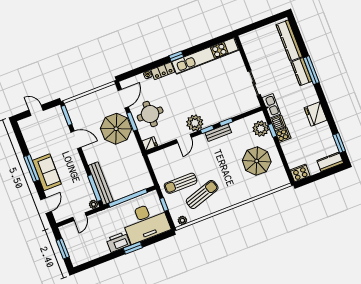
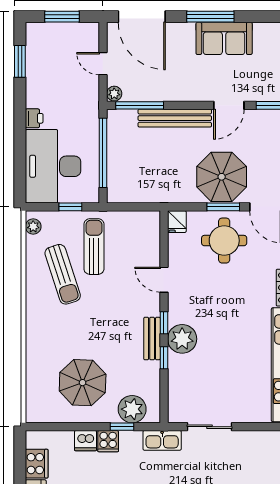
plant: (195, 123) -> (182, 339), moved
dishwasher: (278, 123) -> (86, 441), moved
sofa: (47, 172) -> (224, 38), moved
cooker: (300, 173) -> (37, 464), moved
bench: (101, 183) -> (175, 118), moved
door: (46, 206) -> (142, 17), width x1.87
printer: (118, 242) -> (34, 118), width x0.53, depth x0.68
window: (133, 248) -> (20, 61), moved

